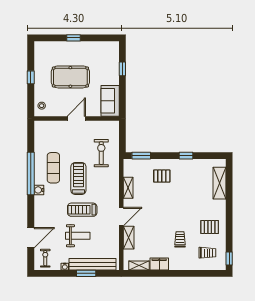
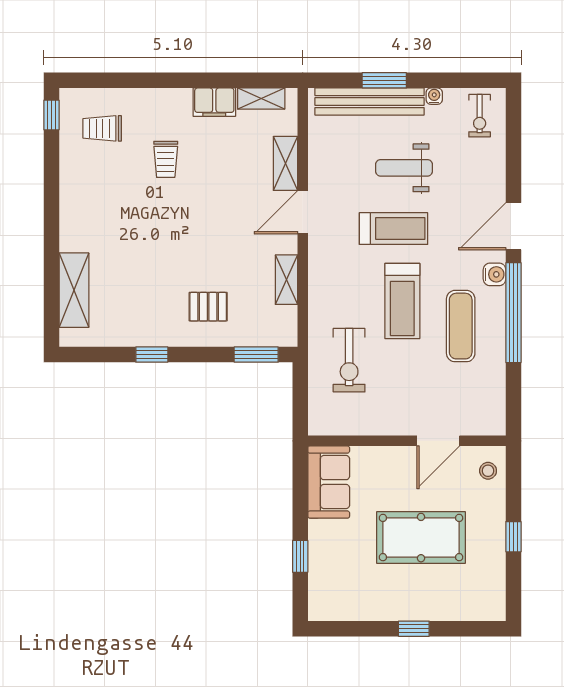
door: (76, 119) -> (438, 441), moved
pallet: (210, 227) -> (97, 188), removed
door: (31, 238) -> (513, 226), moved

